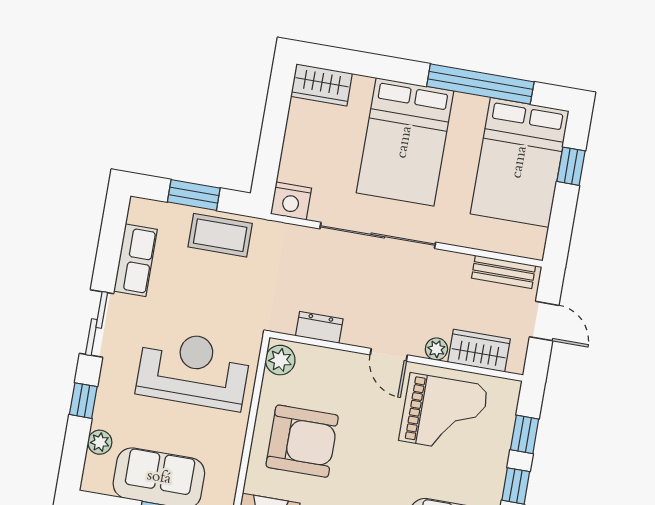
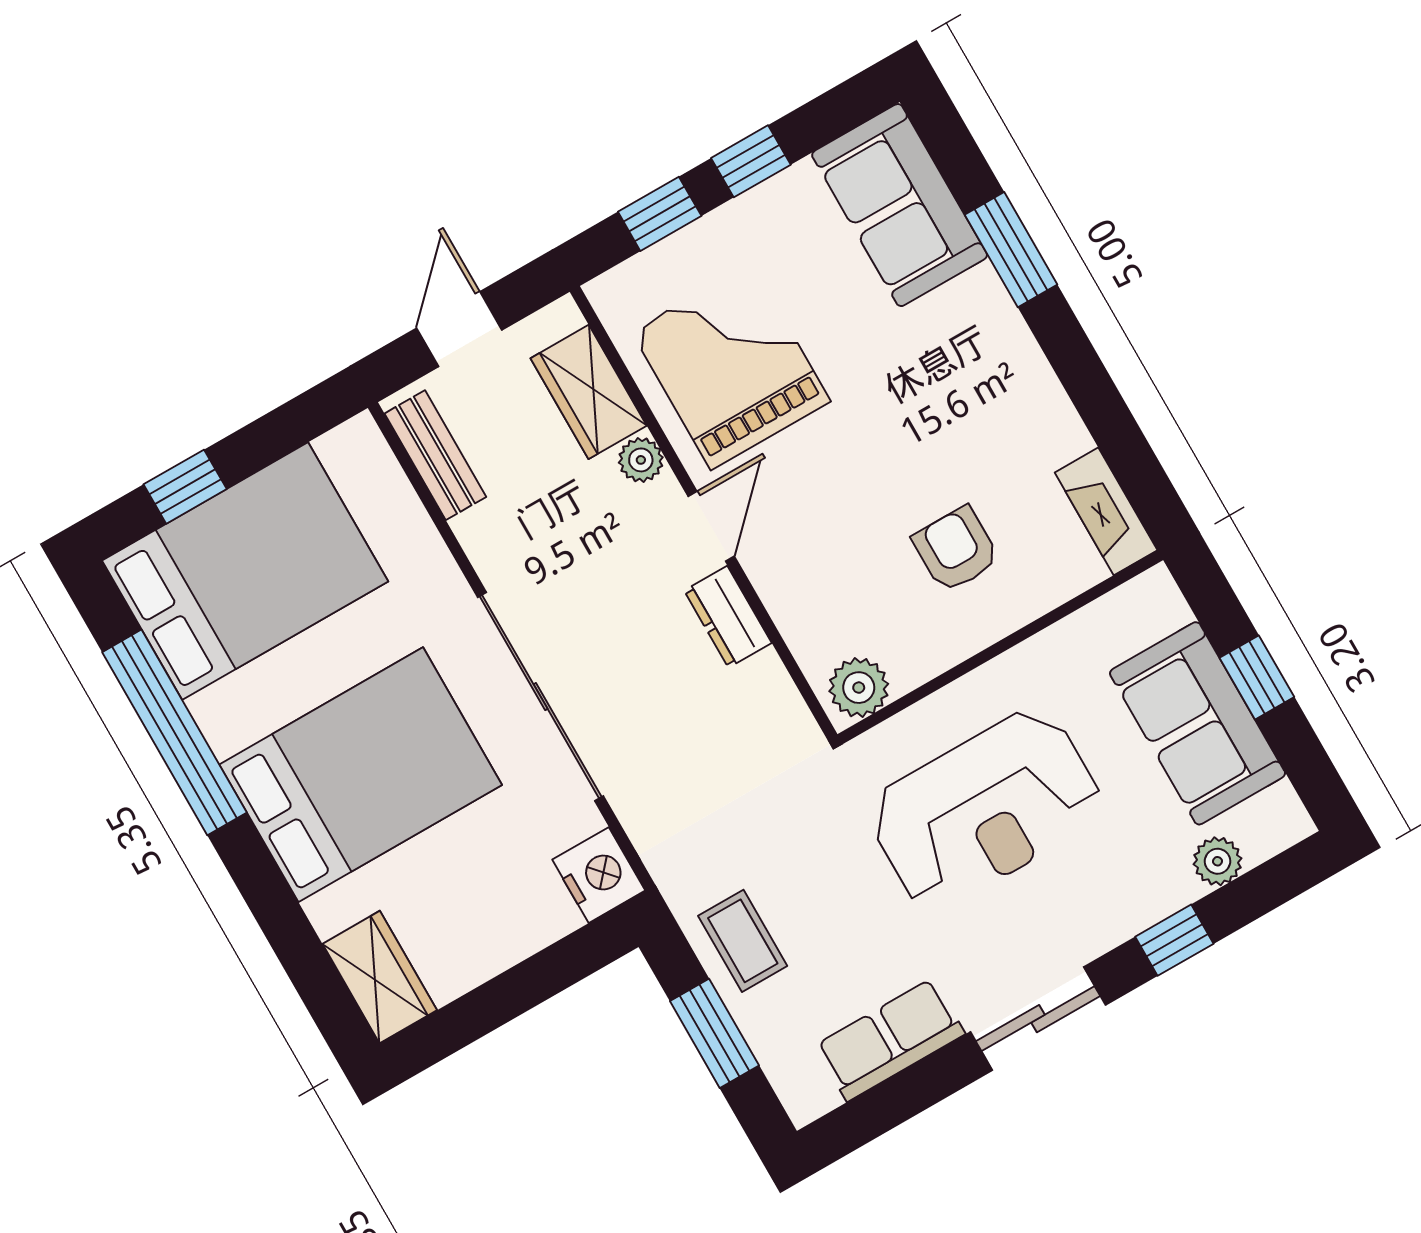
coffee table: (220, 235) -> (743, 941), width x0.73, depth x0.77
dresser: (319, 327) -> (728, 617), moved
reception desk: (193, 370) -> (985, 809), turned -90
armchair: (302, 441) -> (956, 549), width x0.53, depth x0.53

